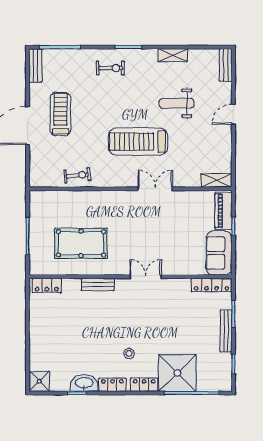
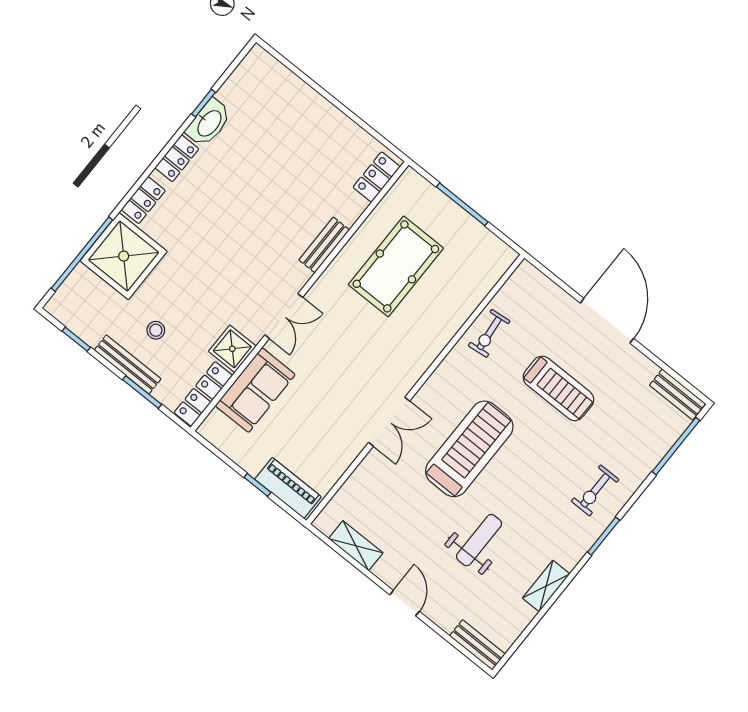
treadmill: (60, 114) -> (558, 388), moved
shelving: (217, 180) -> (356, 546), moved, turned 90
sofa: (219, 253) -> (255, 390), moved, turned 90
stool: (129, 353) -> (156, 330), moved
shower: (39, 381) -> (232, 349), moved

